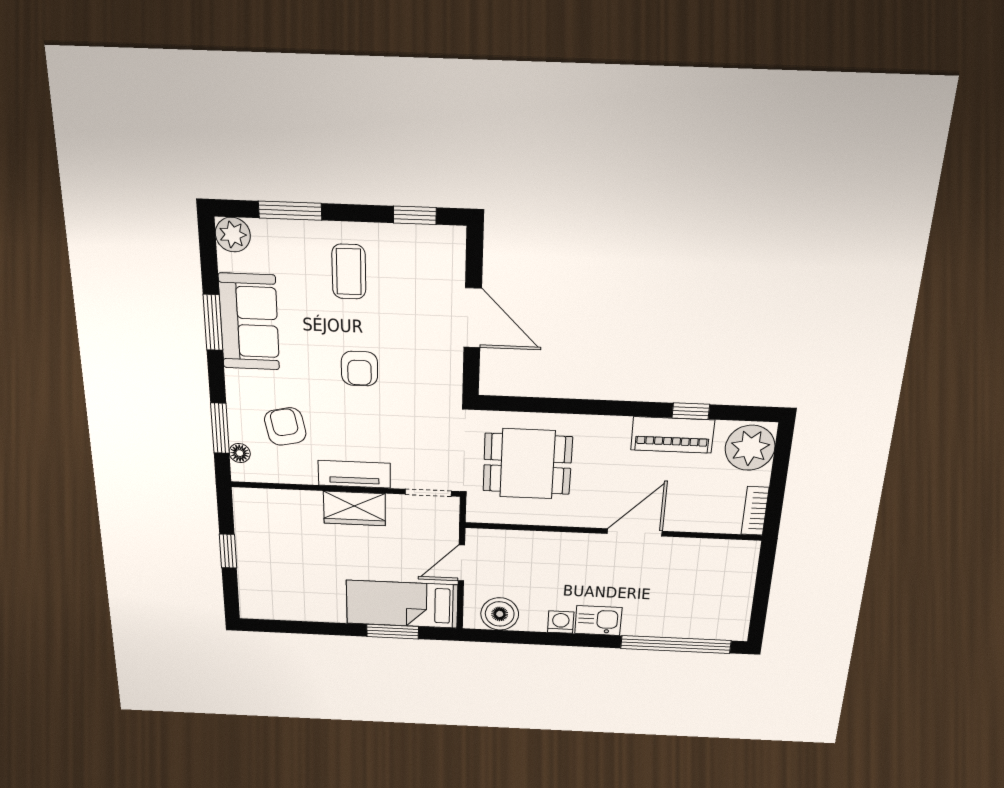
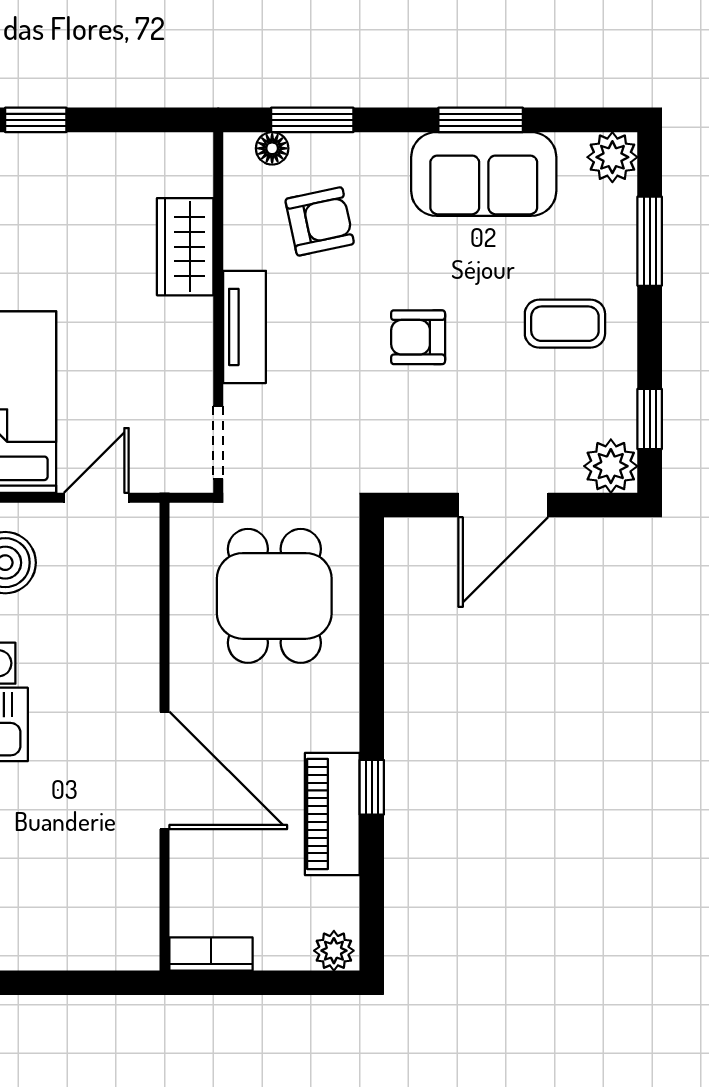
plant: (447, 244) -> (611, 466), added
window: (691, 411) -> (372, 787), moved
plant: (750, 448) -> (334, 951), width x0.53, depth x0.53
wardrobe: (354, 509) -> (185, 247), moved
door: (635, 532) -> (165, 770), width x1.36
window: (228, 551) -> (36, 120), moved
door: (461, 563) -> (96, 498), hinge flipped

